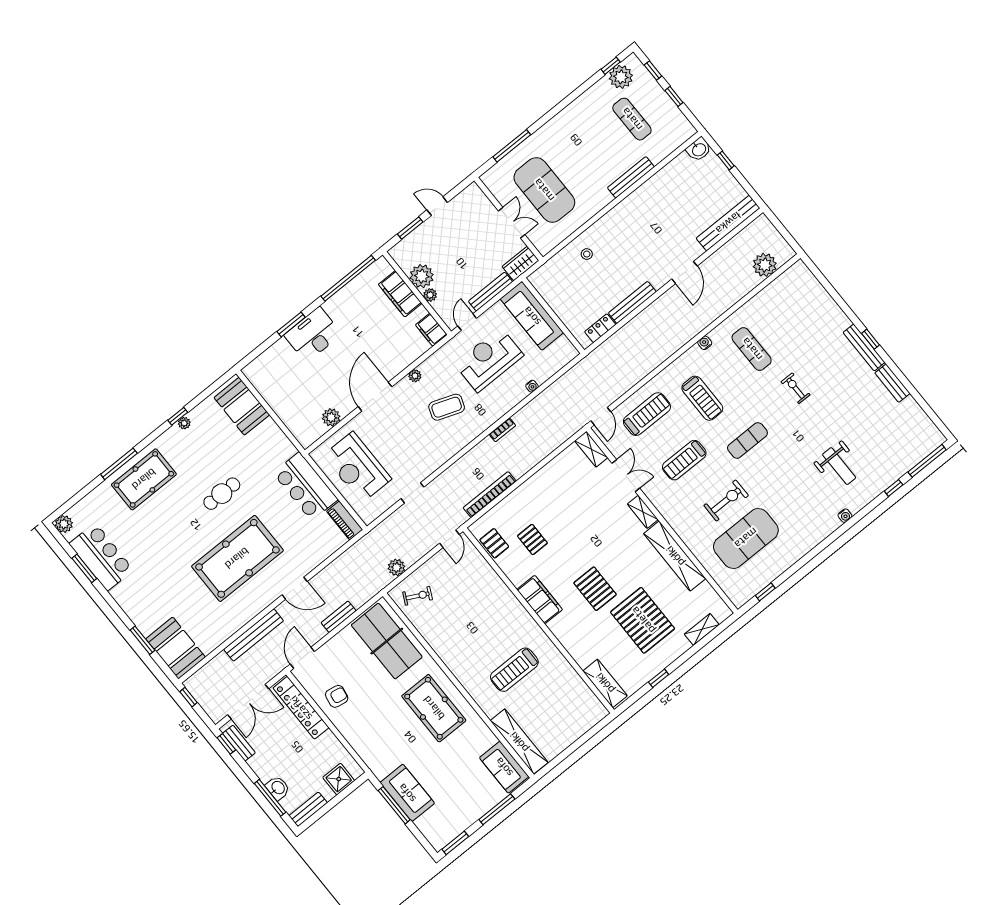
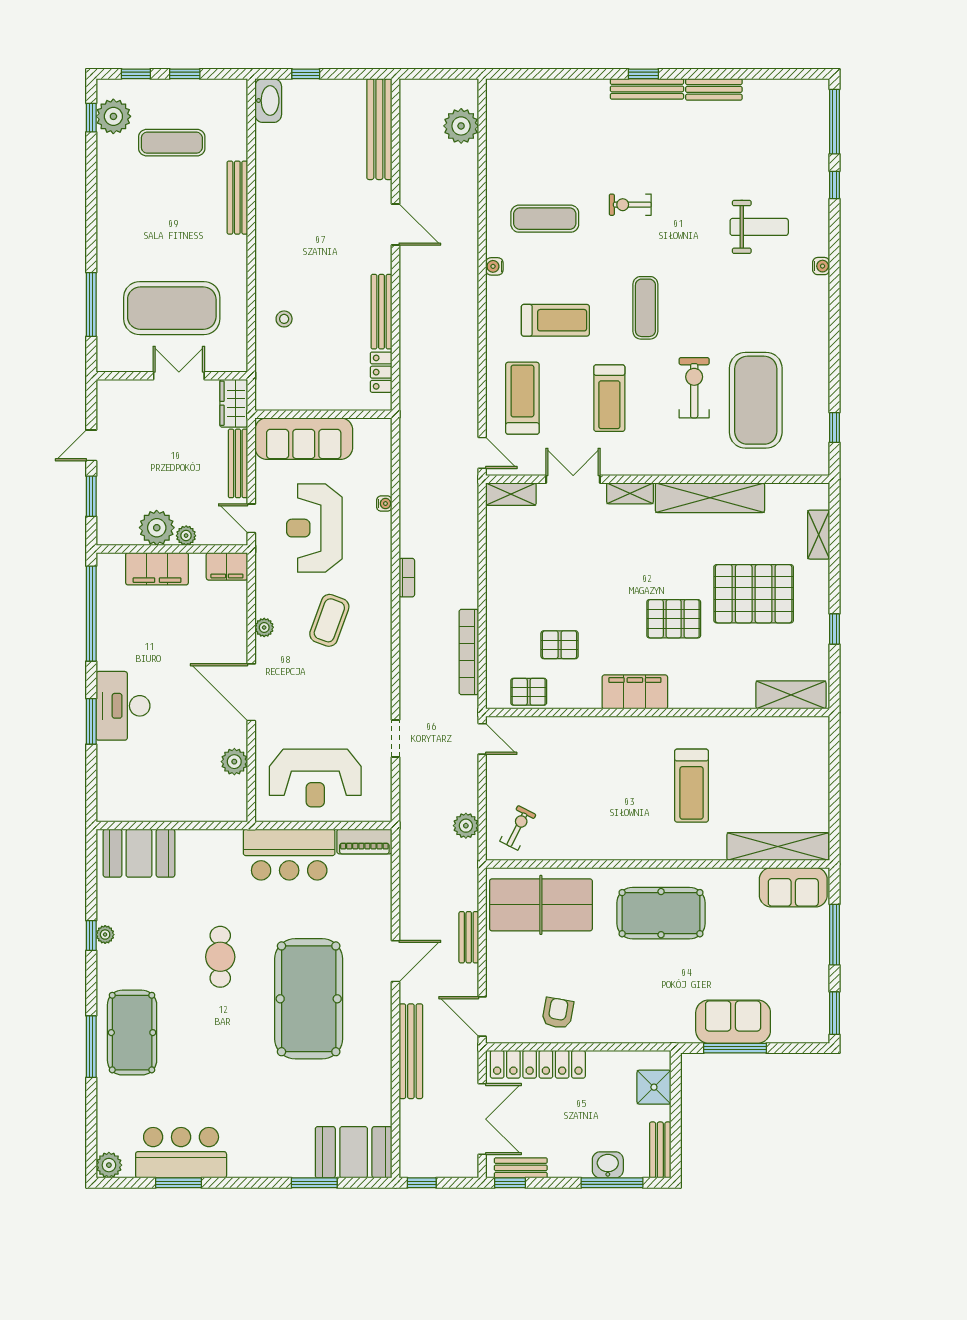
washbasin: (699, 149) -> (268, 101), width x1.38

